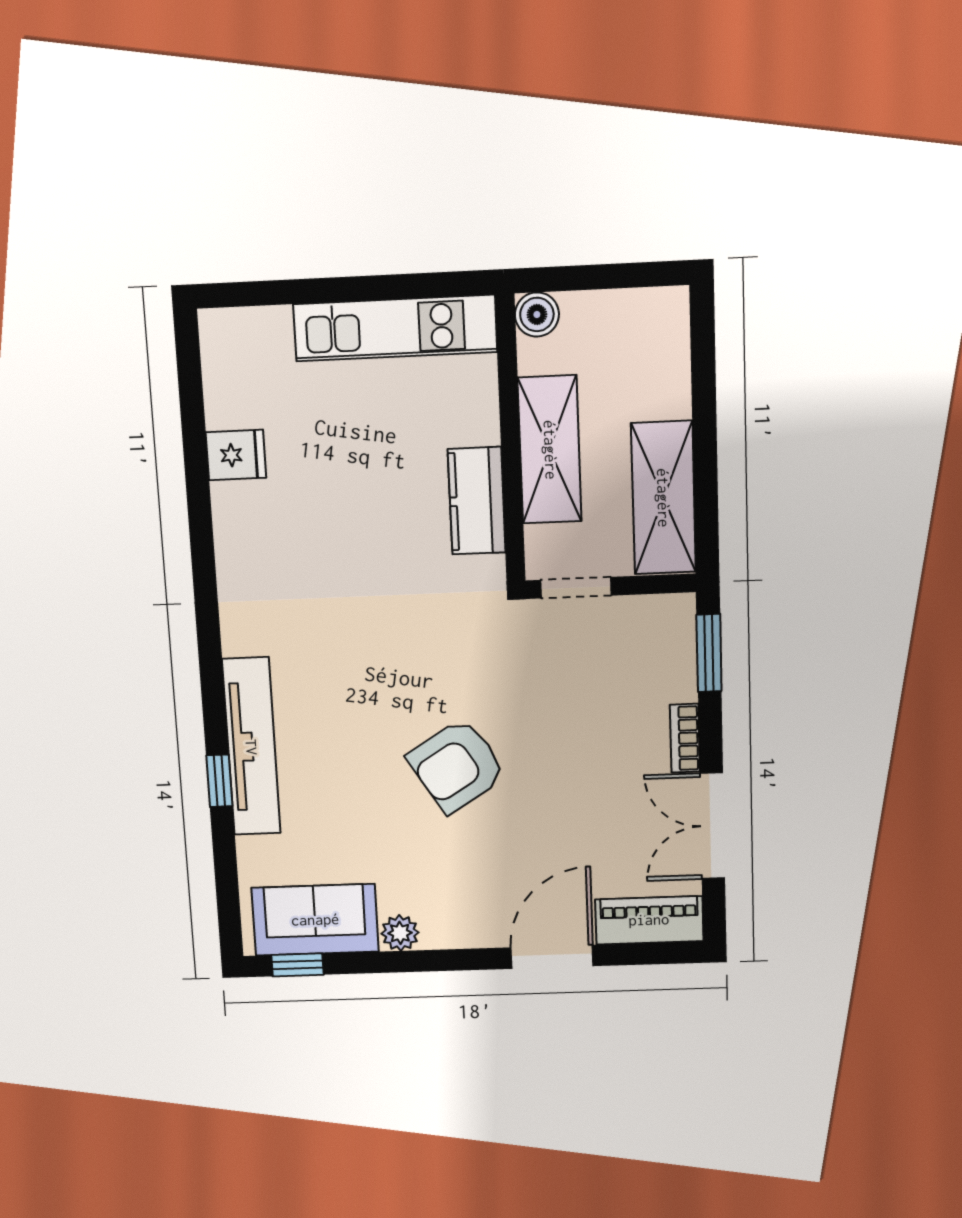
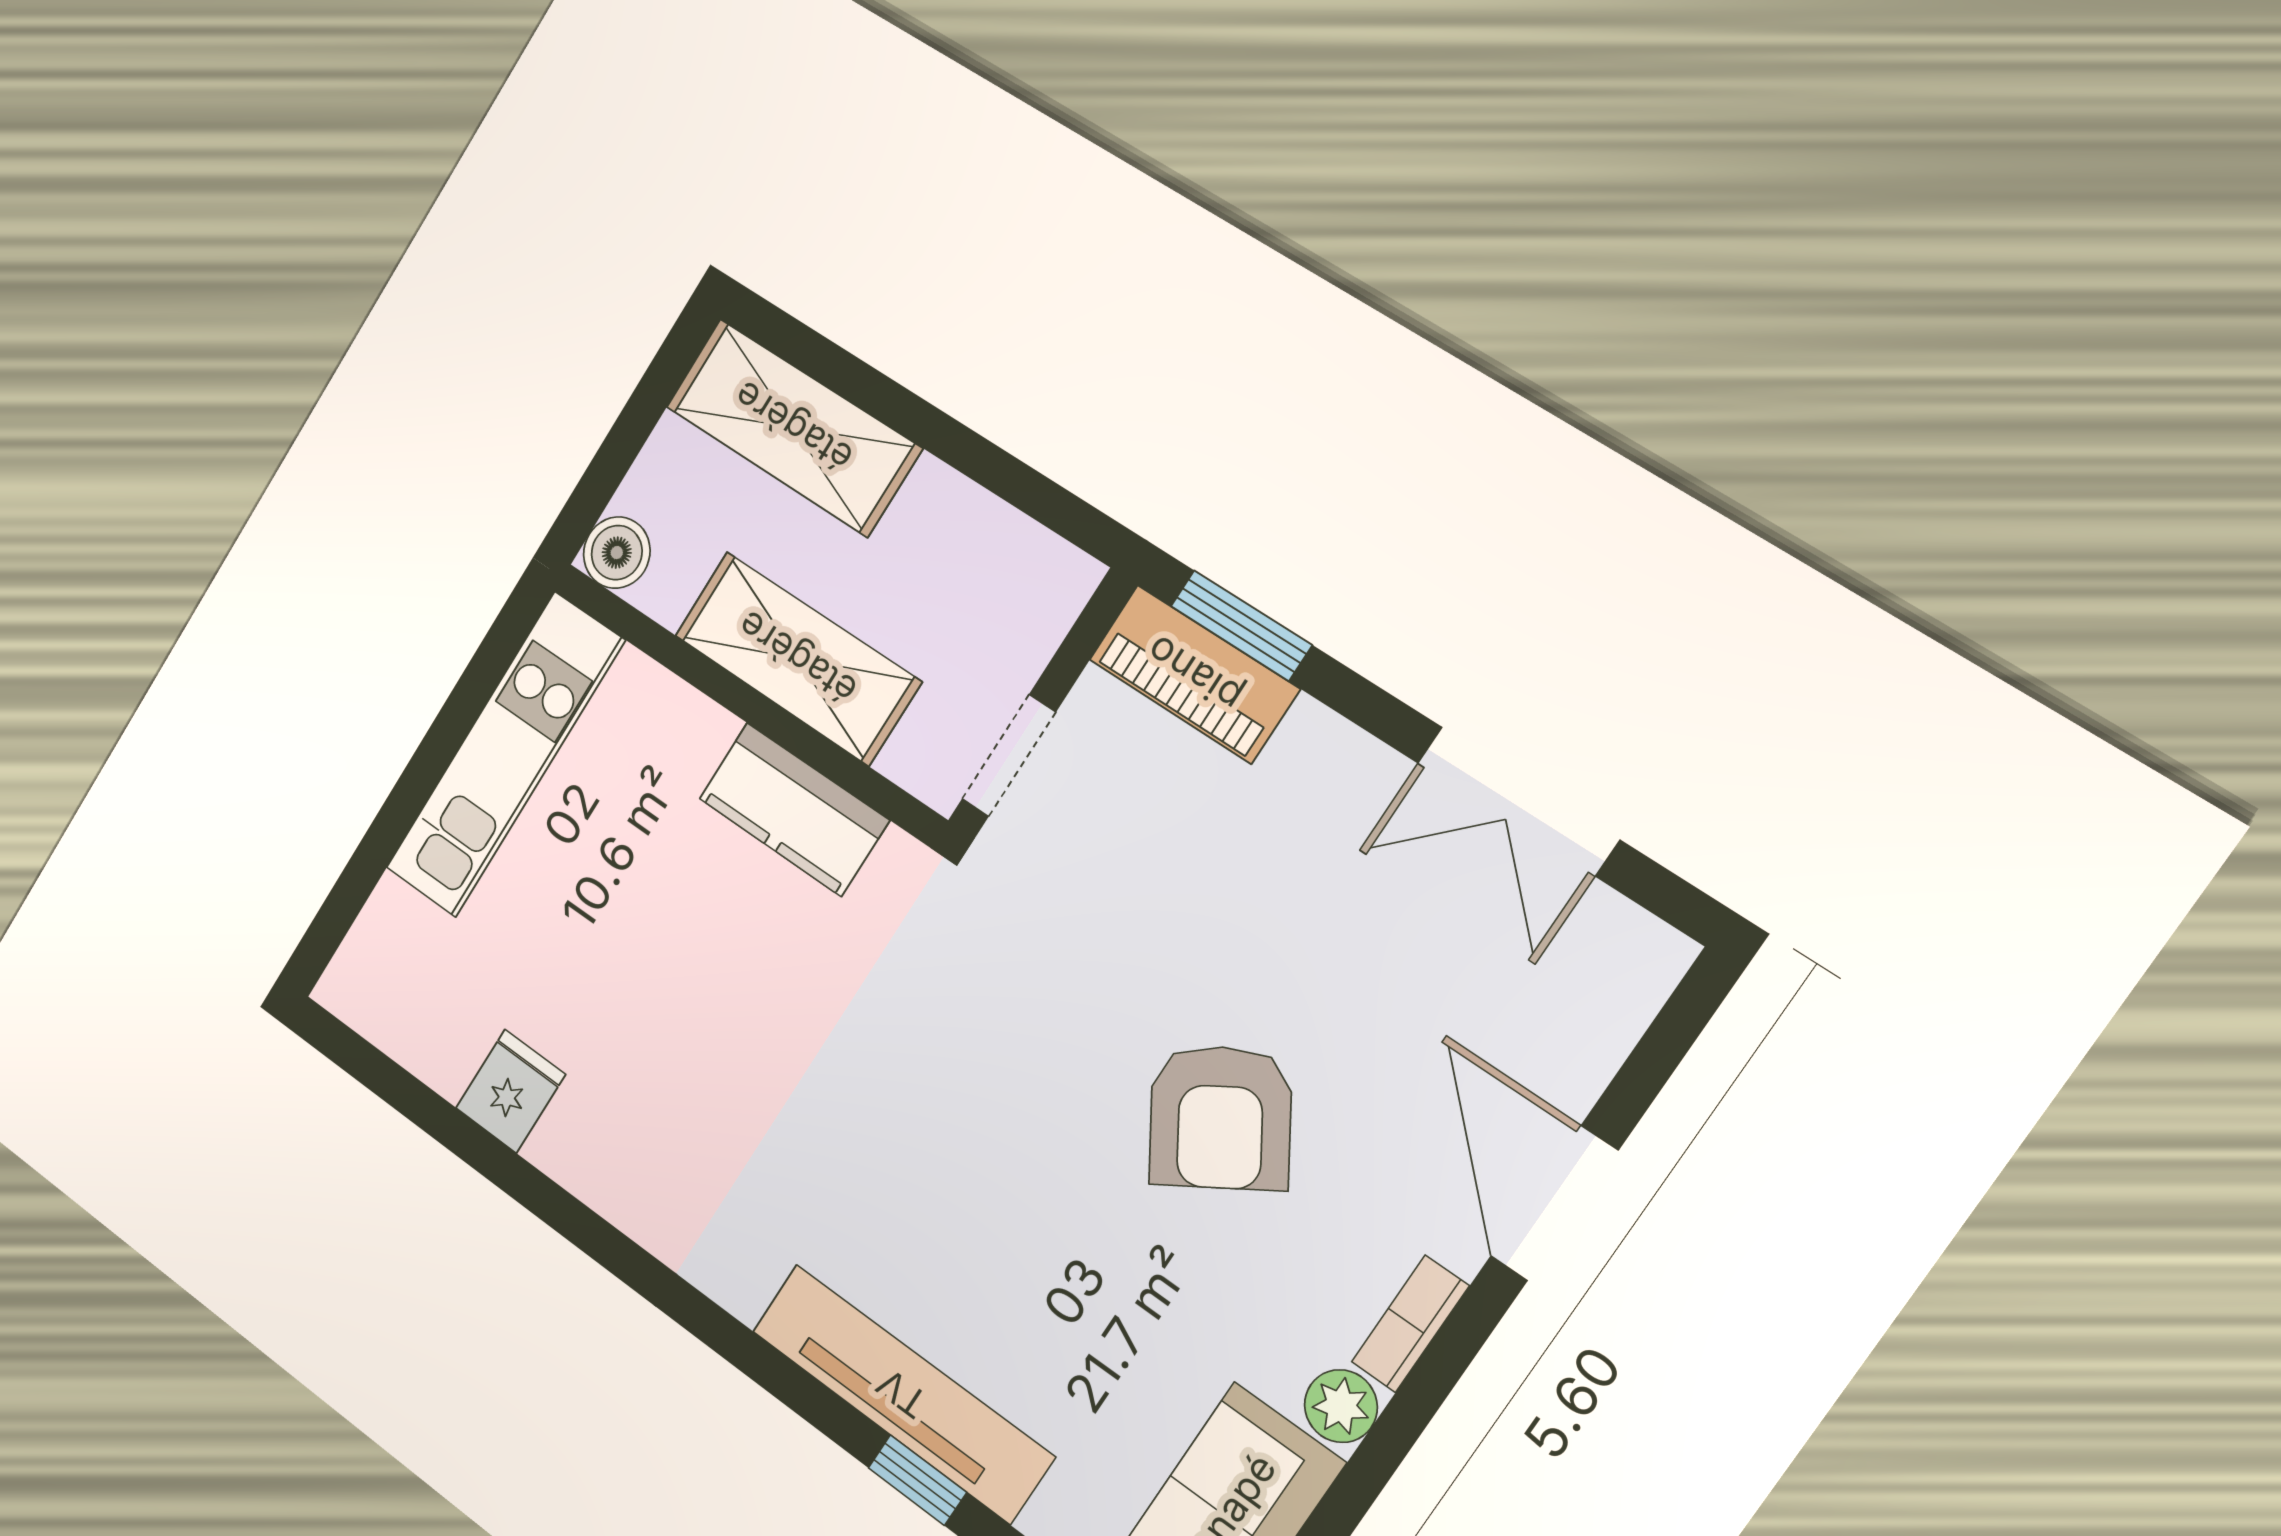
shelving: (663, 498) -> (793, 427), moved
bookcase: (685, 738) -> (1410, 1324), moved, turned 90
armchair: (457, 766) -> (1220, 1117), moved
piano: (649, 920) -> (1194, 674), moved, turned -90

